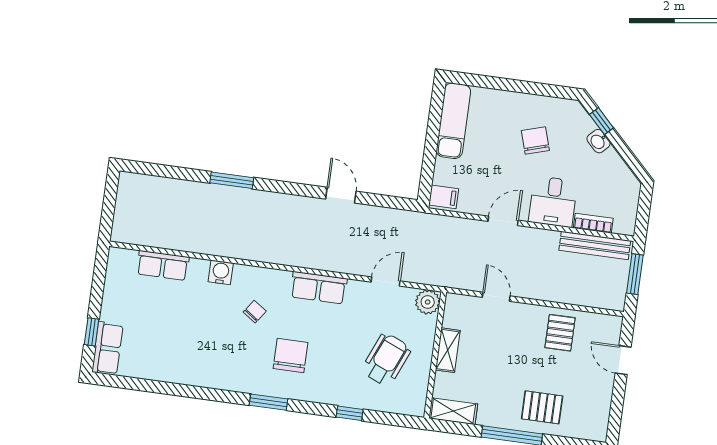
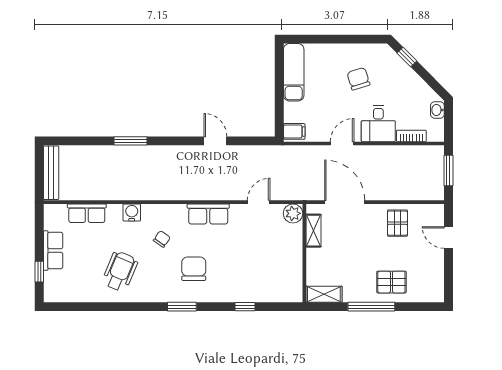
washbasin: (599, 141) -> (437, 110), moved, turned 45
bench: (595, 245) -> (51, 173), moved, turned 90
door: (496, 297) -> (345, 202), width x1.88
row of seats: (107, 348) -> (53, 251), moved
shelving: (448, 350) -> (313, 231), moved
wheelchair: (386, 360) -> (120, 271), moved

